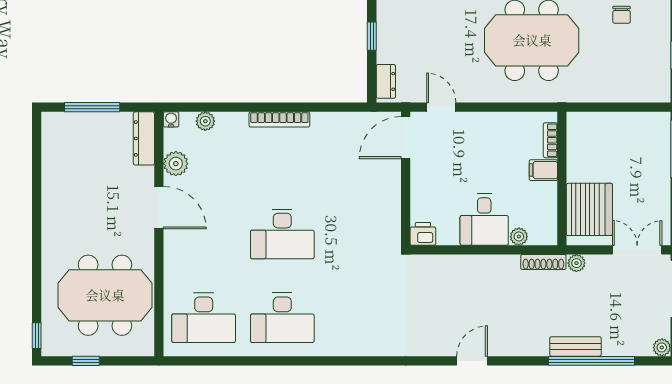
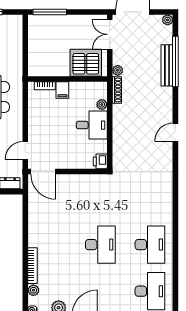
bookcase: (279, 119) -> (32, 266), moved
bench: (575, 346) -> (167, 65), width x1.36
door: (472, 361) -> (175, 132), hinge flipped

